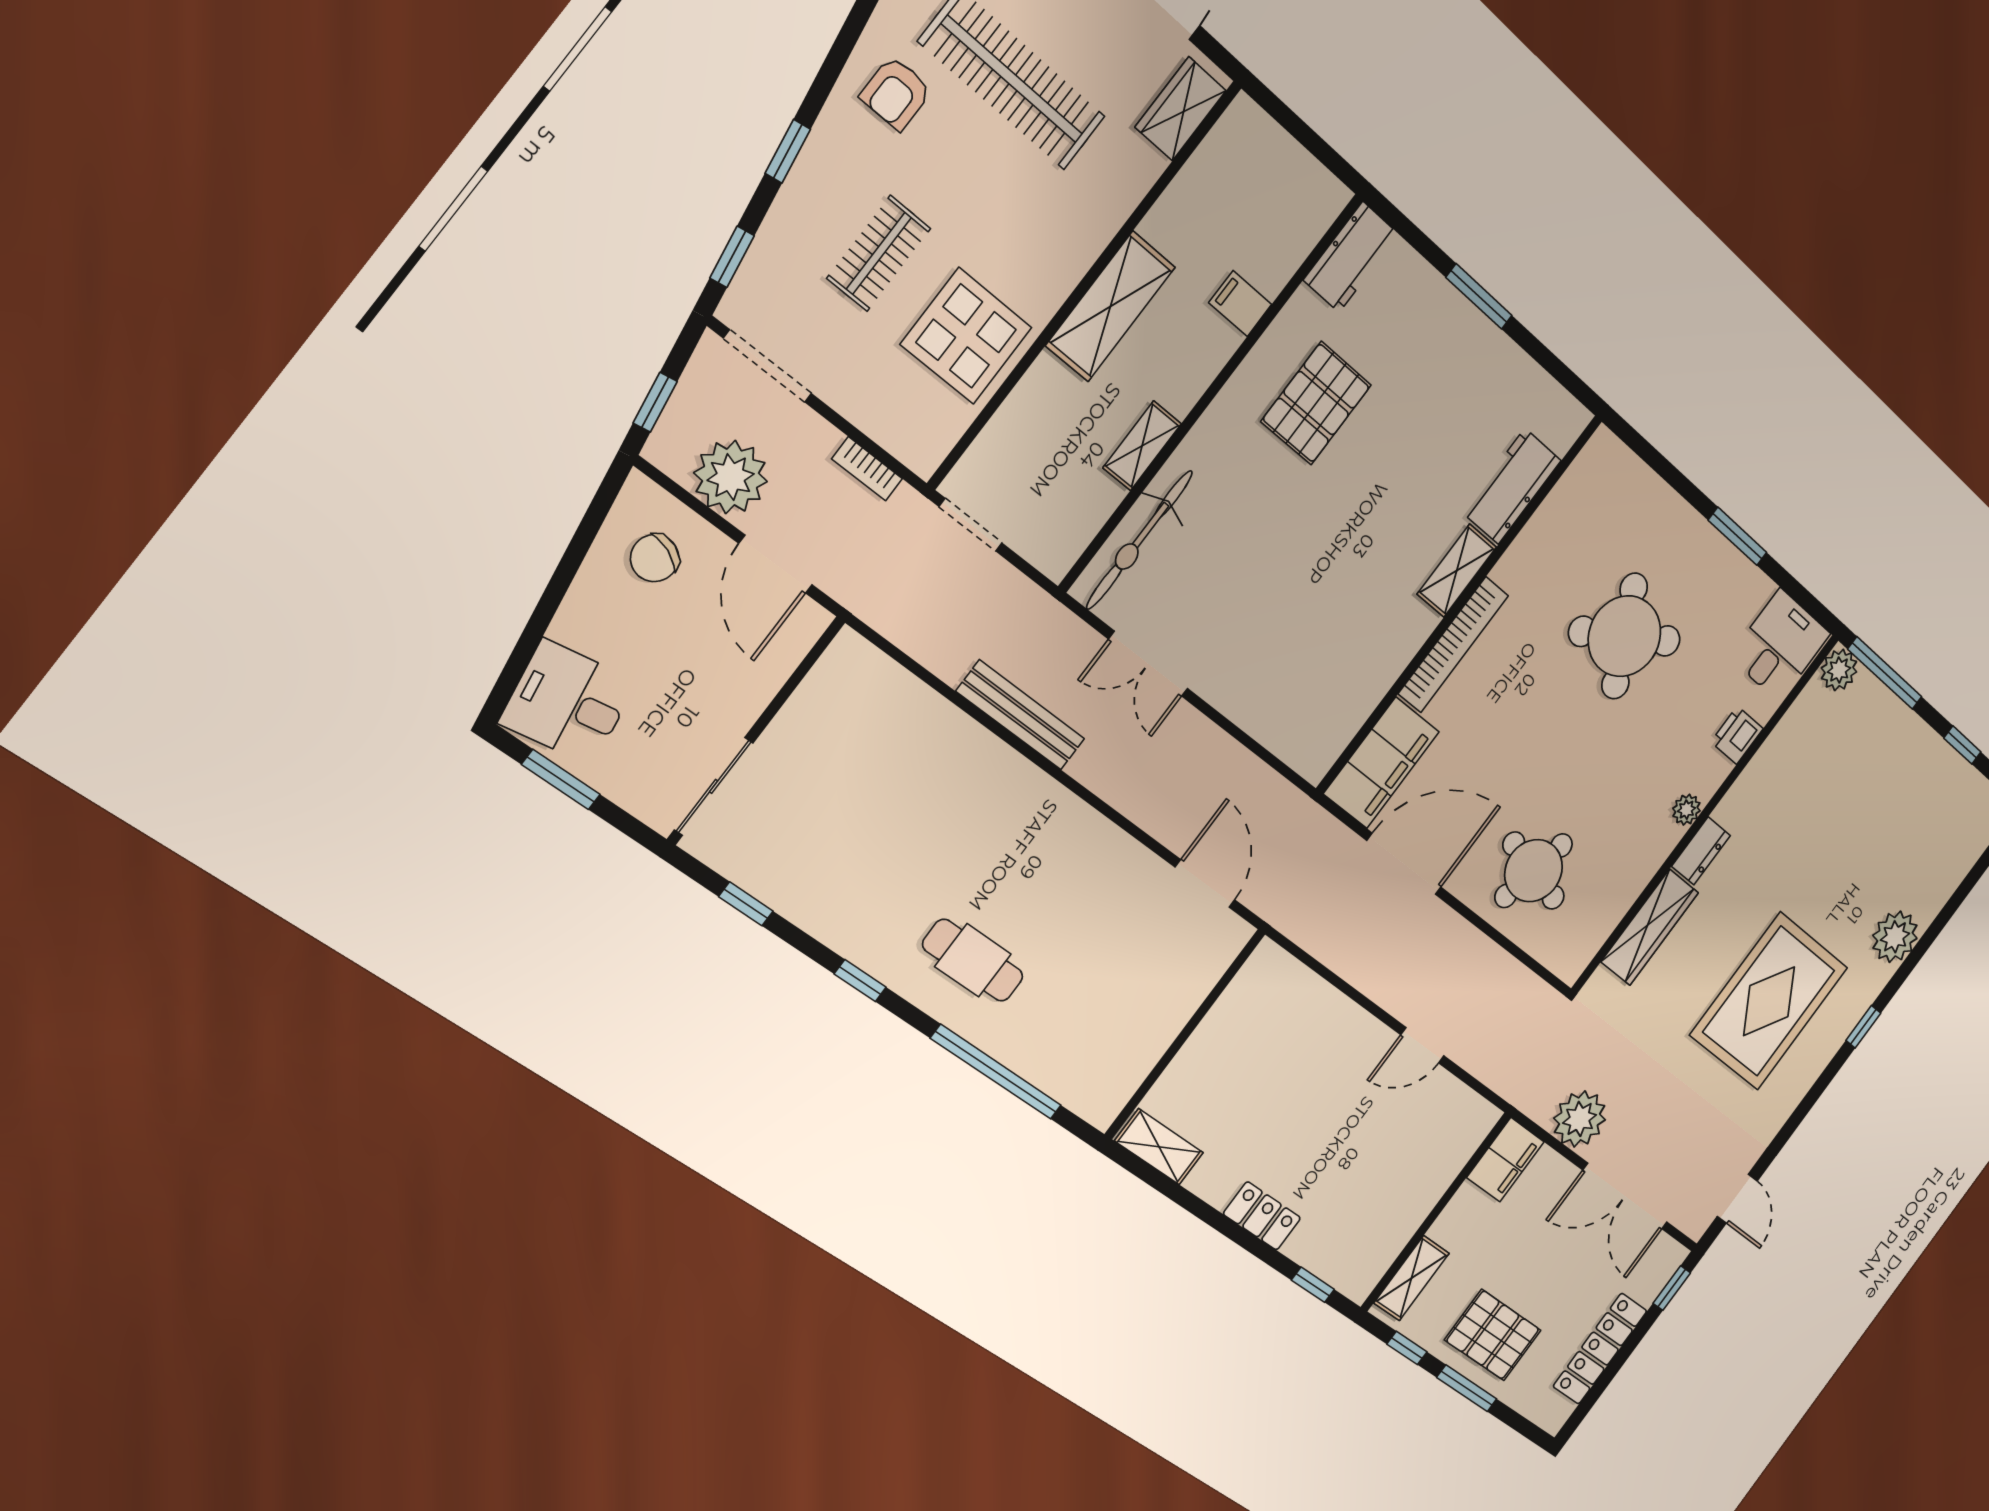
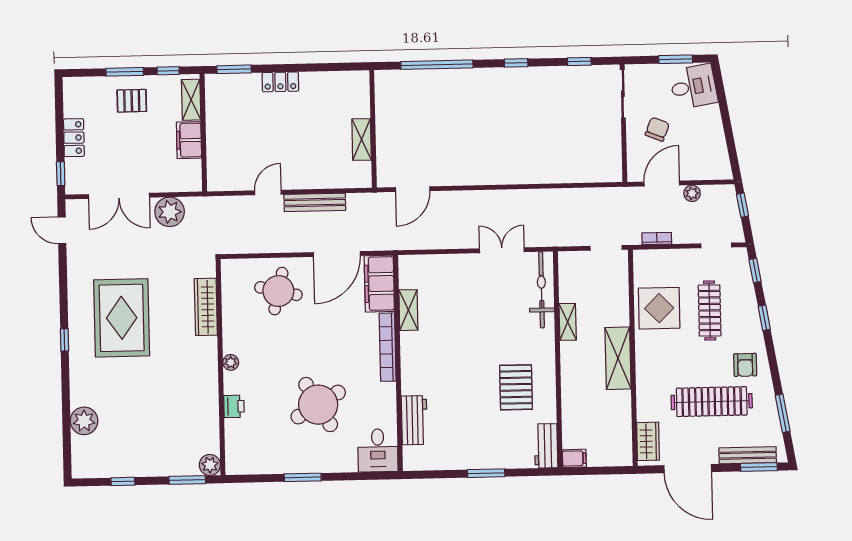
armchair: (896, 93) -> (745, 365), turned 180
clothes rail: (879, 253) -> (710, 310), width x1.36
filing cabinet: (1240, 304) -> (574, 458), moved
doorway: (768, 366) -> (716, 245), width x0.73
plant: (731, 477) -> (692, 193), width x0.53, depth x0.53
chair: (655, 558) -> (657, 129), moved
door: (776, 564) -> (662, 184), hinge flipped
shelving: (1457, 571) -> (408, 310), moved
desk: (1780, 645) -> (378, 450), moved
window: (1885, 673) -> (187, 480), width x0.69
bench: (1021, 715) -> (315, 202), moved
dresser: (1701, 851) -> (209, 352), removed
door: (1205, 884) -> (413, 189), hinge flipped
plant: (1895, 937) -> (84, 421), moved
cafe table: (973, 960) -> (480, 99), removed
shelving: (1159, 1147) -> (362, 139), moved, turned 90
filing cabinet: (1505, 1160) -> (189, 140), moved
double door: (1625, 1196) -> (119, 196), swing flipped
window: (1313, 1285) -> (234, 69), width x1.50
pallet: (1493, 1335) -> (132, 101), width x0.67, depth x0.71
locker: (1600, 1349) -> (74, 138), width x0.66

